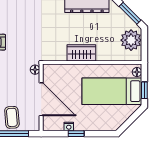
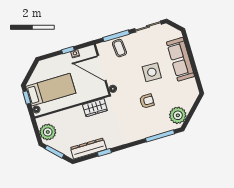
wardrobe: (81, 53) -> (95, 108), moved

